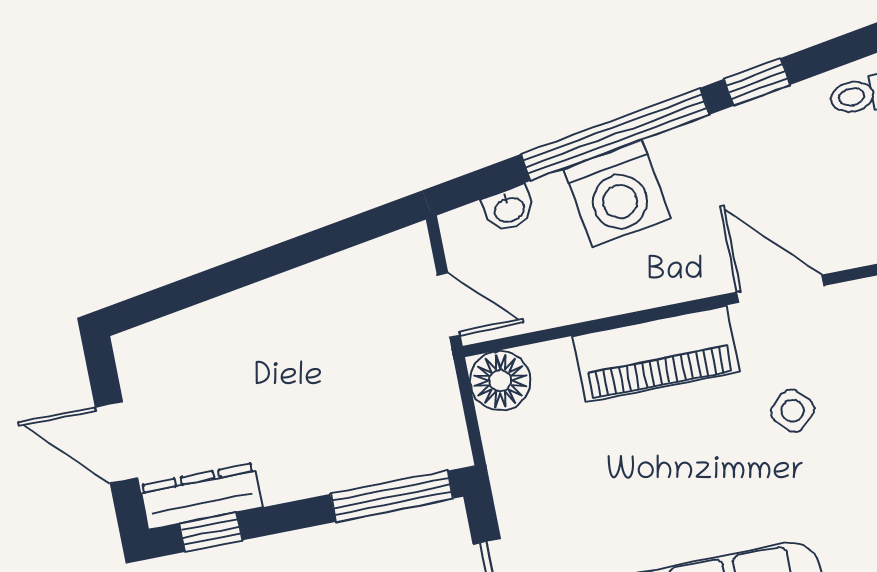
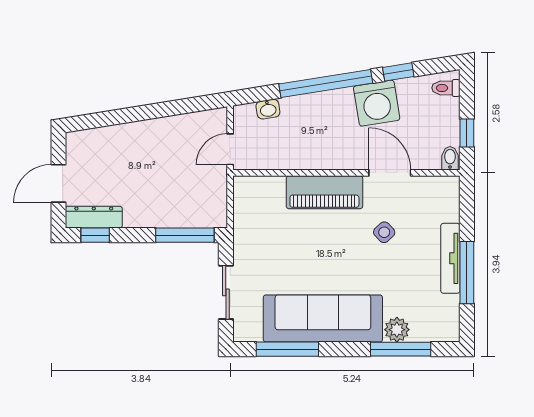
washing machine: (617, 194) -> (377, 103), moved
door: (449, 305) -> (230, 149), swing flipped
floor lamp: (500, 381) -> (248, 190), removed
door: (116, 442) -> (58, 183), hinge flipped

